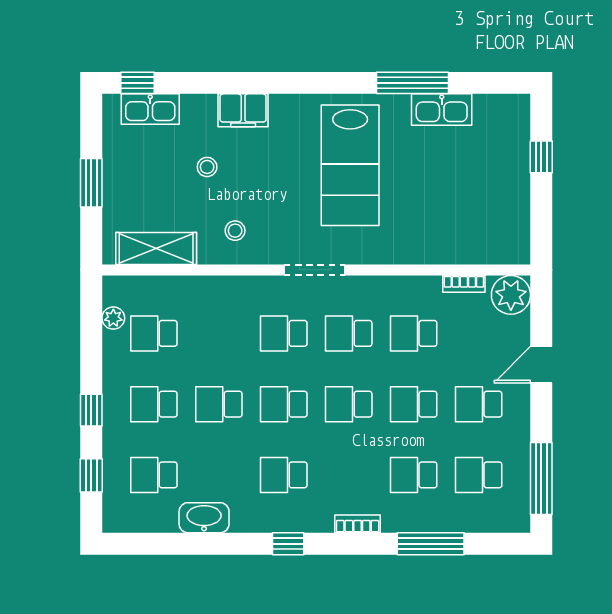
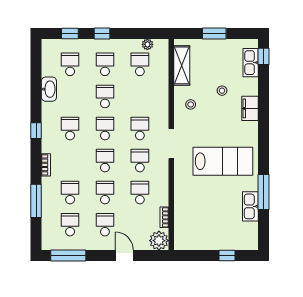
lab bench: (350, 165) -> (223, 161), turned 180

